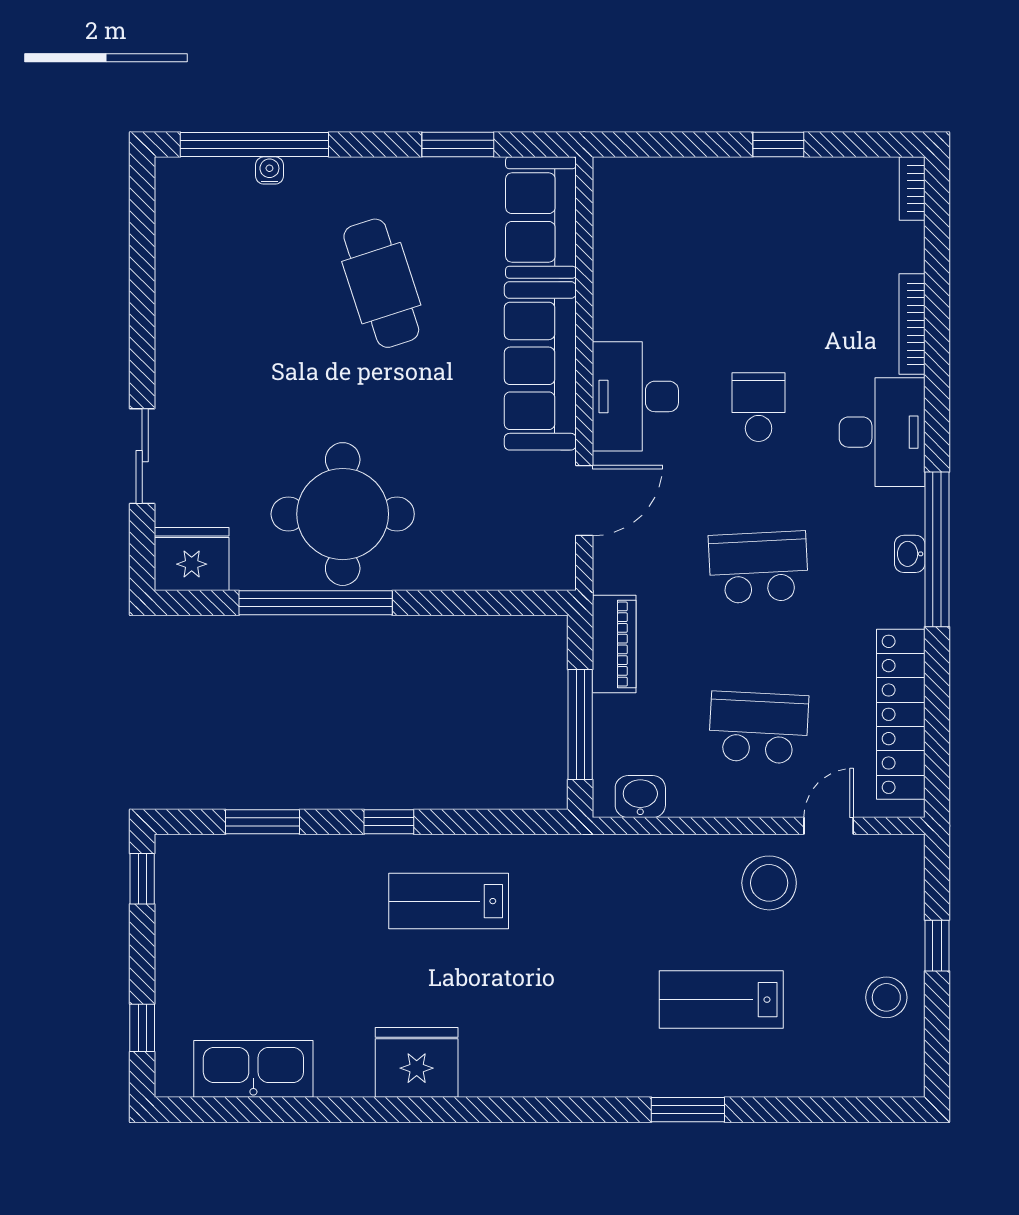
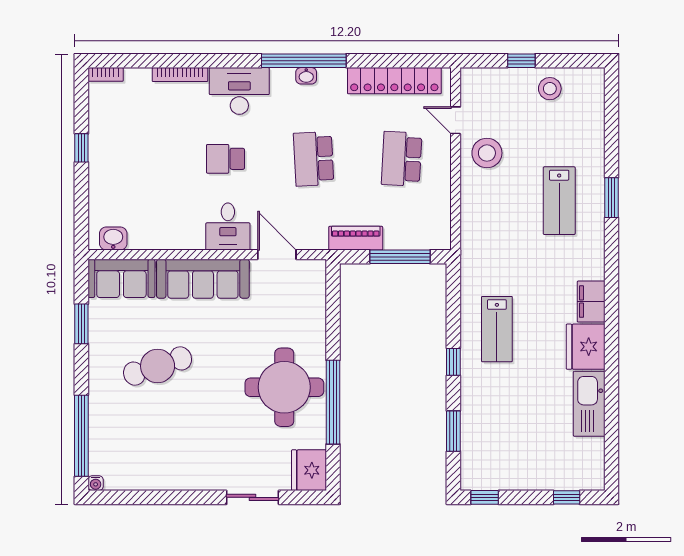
water cooler: (269, 170) -> (96, 483), moved, turned -90
desk: (635, 396) -> (228, 227), width x0.73
washbasin: (640, 797) -> (113, 239), moved, turned 90
lab bench: (721, 1000) -> (559, 201), moved
kitchen sink: (253, 1069) -> (589, 404), moved
filing cabinet: (499, 1072) -> (591, 302), added

